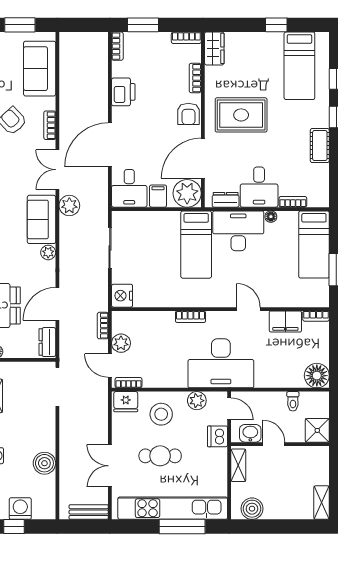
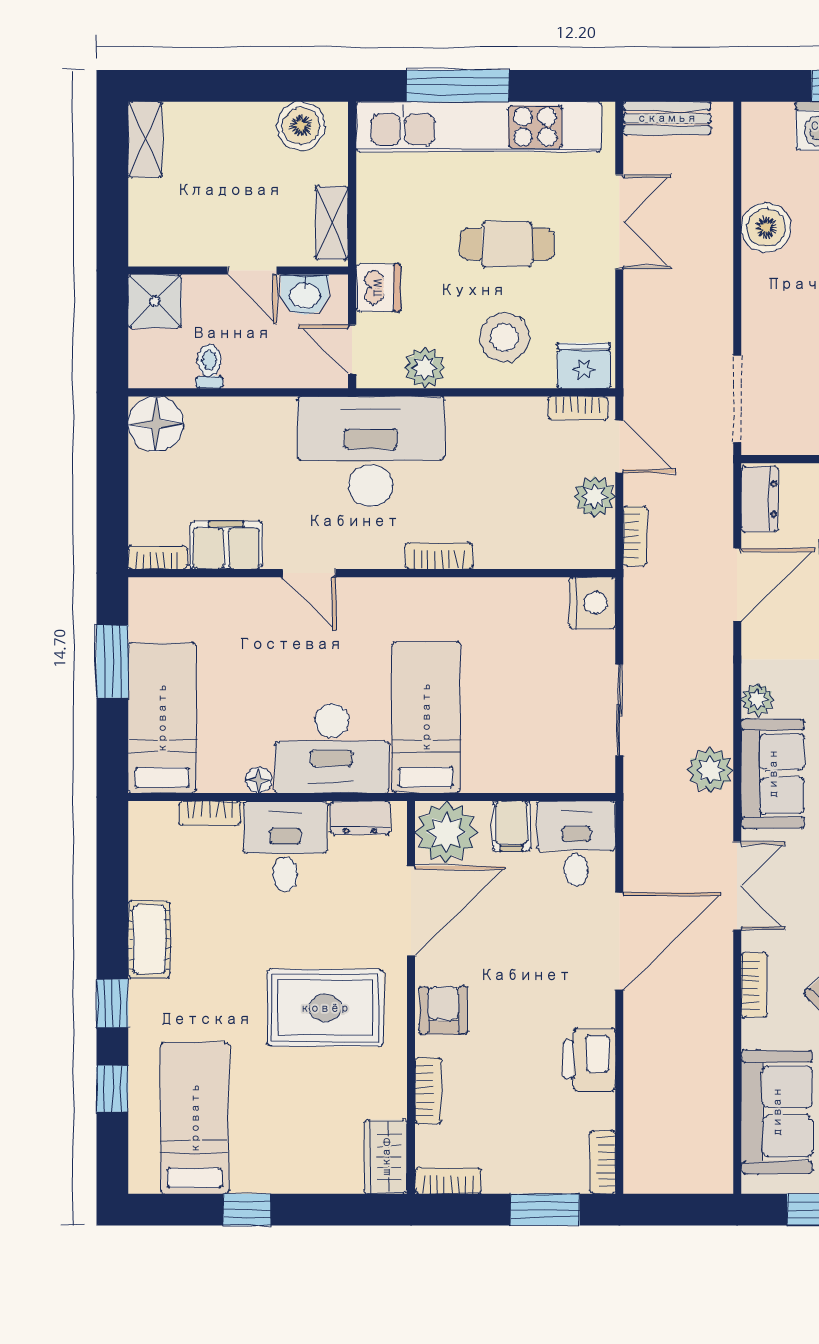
plant: (69, 206) -> (710, 770), moved

